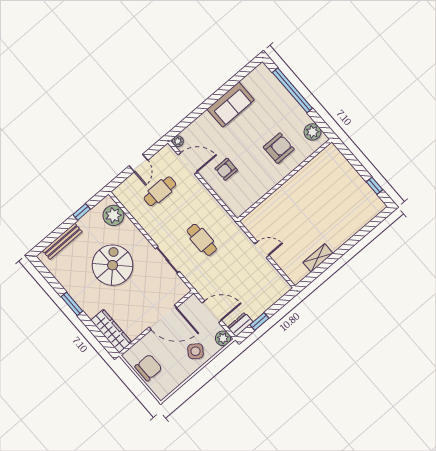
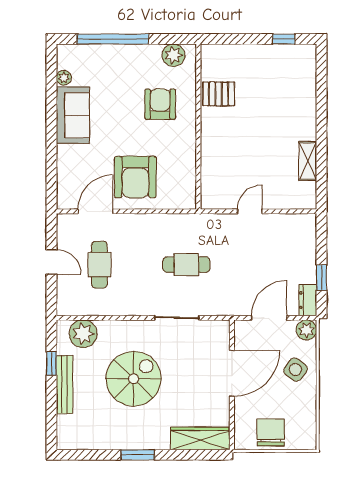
plant: (178, 141) -> (64, 78), moved
armchair: (226, 169) -> (135, 177), width x1.88, depth x1.88
pallet: (313, 176) -> (219, 94), added
bench: (62, 241) -> (65, 385), moved
spiral stairs: (113, 265) -> (134, 379), turned 90

